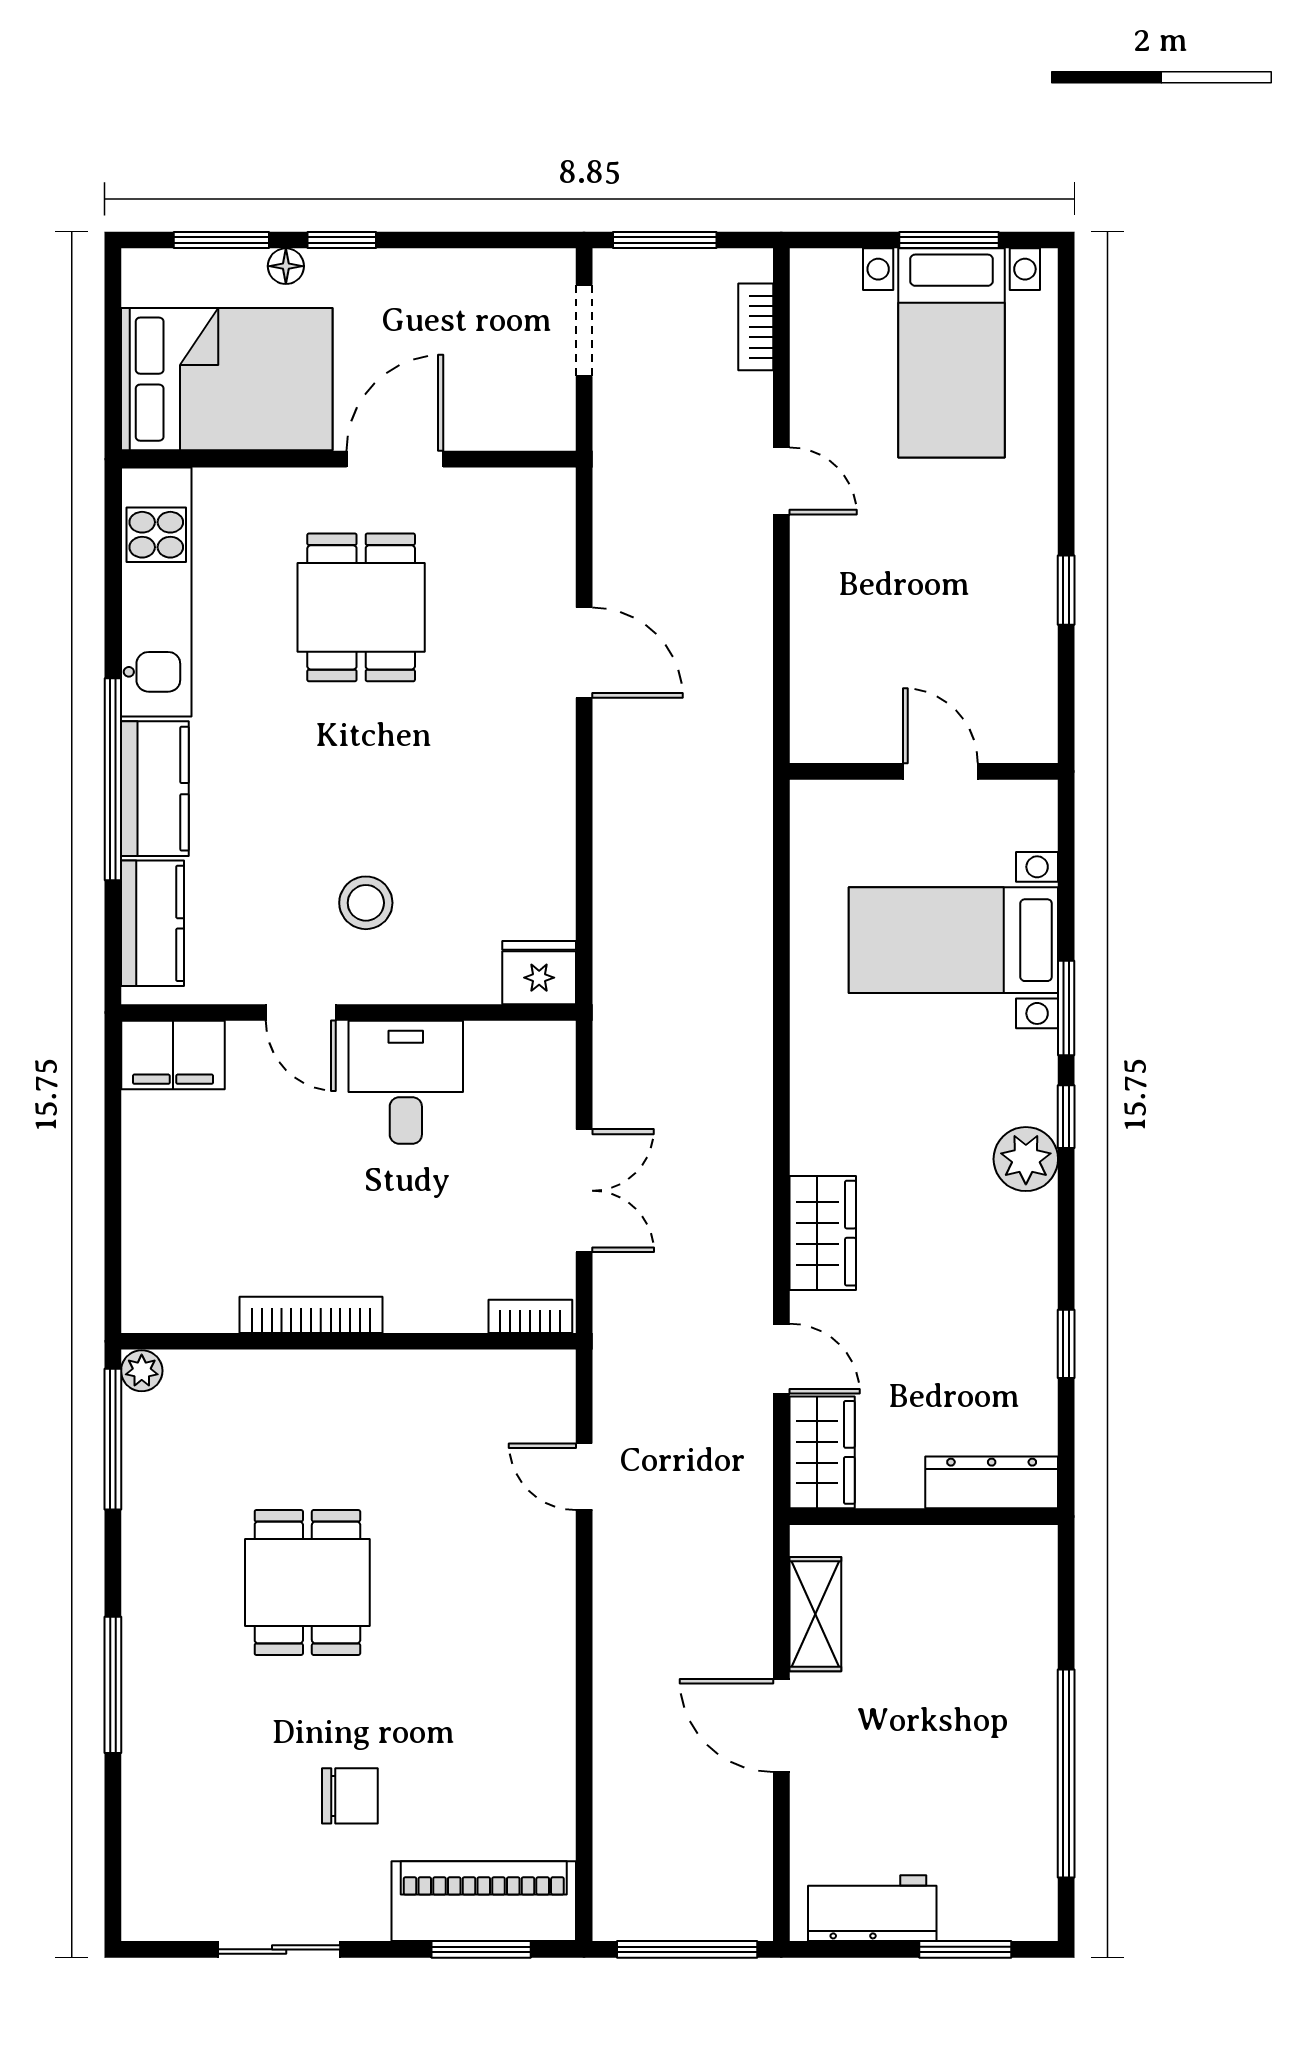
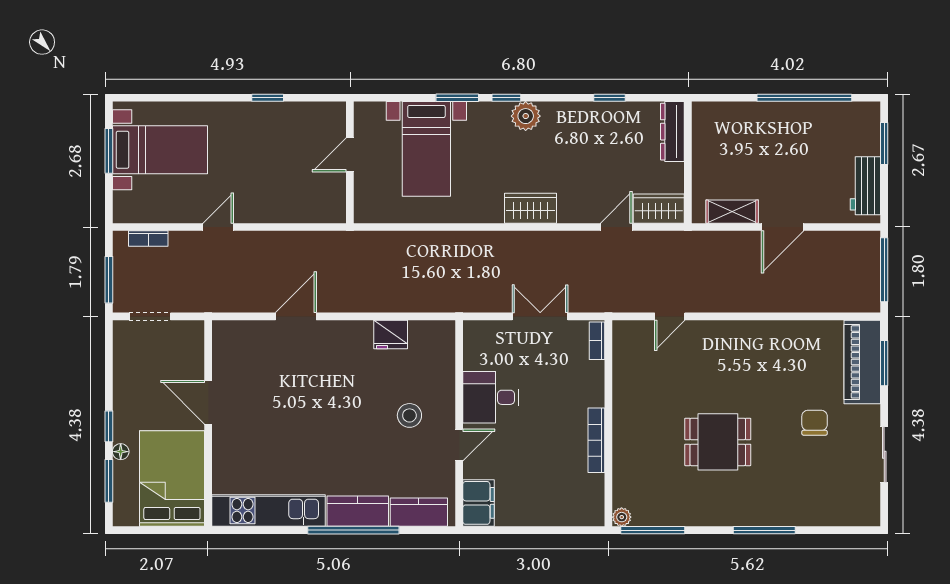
dining table: (361, 607) -> (275, 418), removed
fridge: (539, 973) -> (391, 335), moved, turned -90
wardrobe: (823, 1233) -> (531, 208), moved

